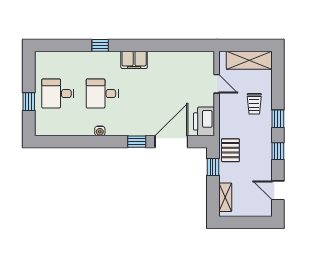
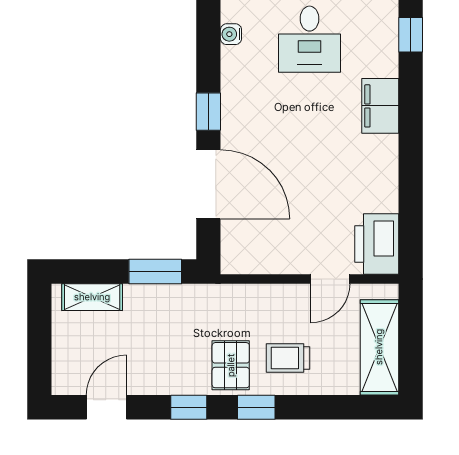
desk: (102, 94) -> (310, 39), turned 180
printer: (204, 121) -> (377, 244), moved, turned -90
pallet: (230, 150) -> (231, 365), moved, turned 90
window: (213, 167) -> (155, 271), width x1.50

